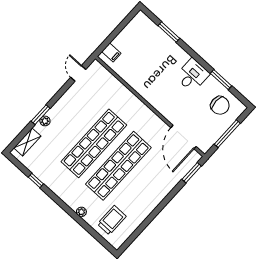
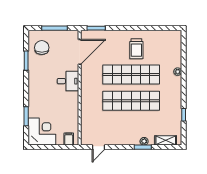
corner desk: (141, 34) -> (42, 131), added
desk: (192, 75) -> (68, 81), moved, turned 180
trolley: (112, 220) -> (136, 49), moved, turned -90

